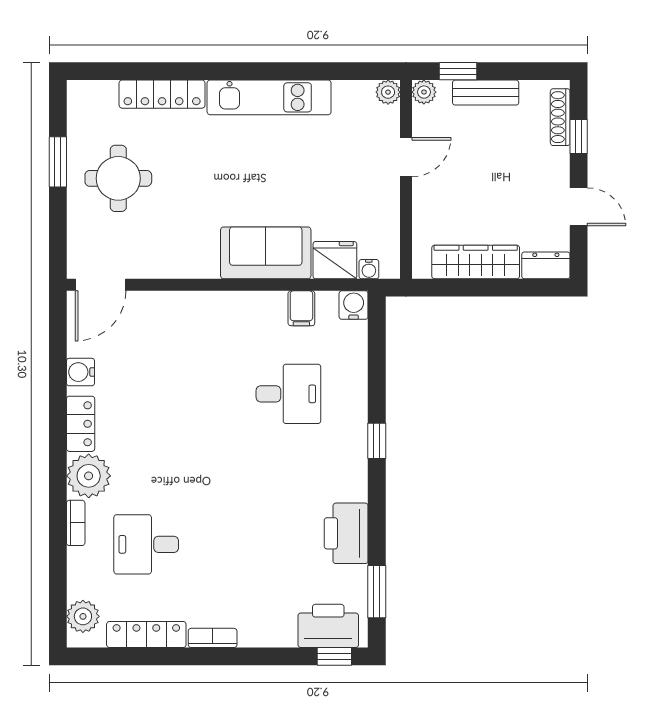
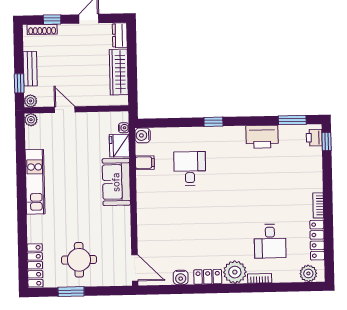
locker: (162, 94) -> (35, 265), moved
printer: (328, 626) -> (314, 138), width x0.53, depth x0.68

